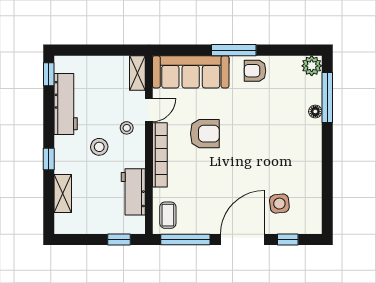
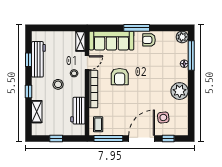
window: (49, 74) -> (29, 60), moved
armchair: (205, 134) -> (120, 77), turned 90
plant: (307, 158) -> (180, 91), added
window: (119, 240) -> (56, 138), moved

